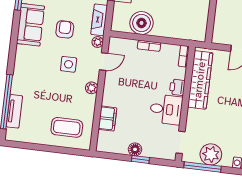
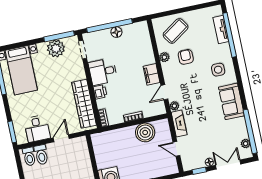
armchair: (65, 29) -> (186, 57), moved, turned 180
side table: (69, 64) -> (218, 70), moved
plant: (92, 88) -> (164, 57), moved
filing cabinet: (108, 119) -> (152, 74), moved
coffee table: (67, 127) -> (176, 31), turned -34
window: (140, 159) -> (109, 26), width x3.17

